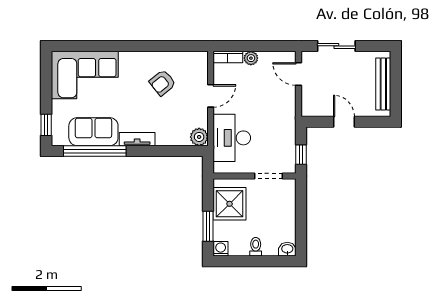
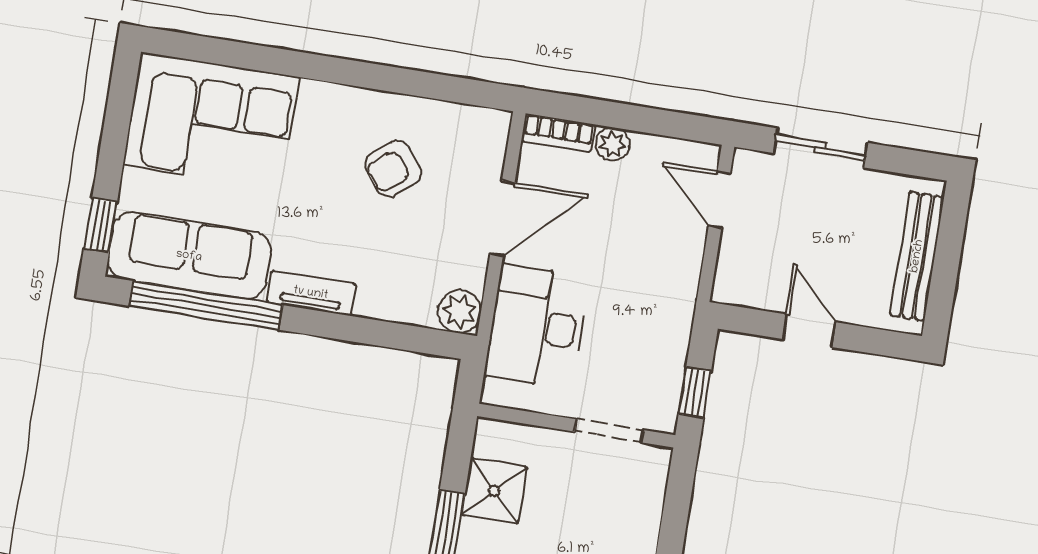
door: (211, 96) -> (502, 218), width x1.37
sofa: (93, 132) -> (189, 256), width x1.36
shower: (230, 204) -> (494, 491), width x0.73, depth x0.73

